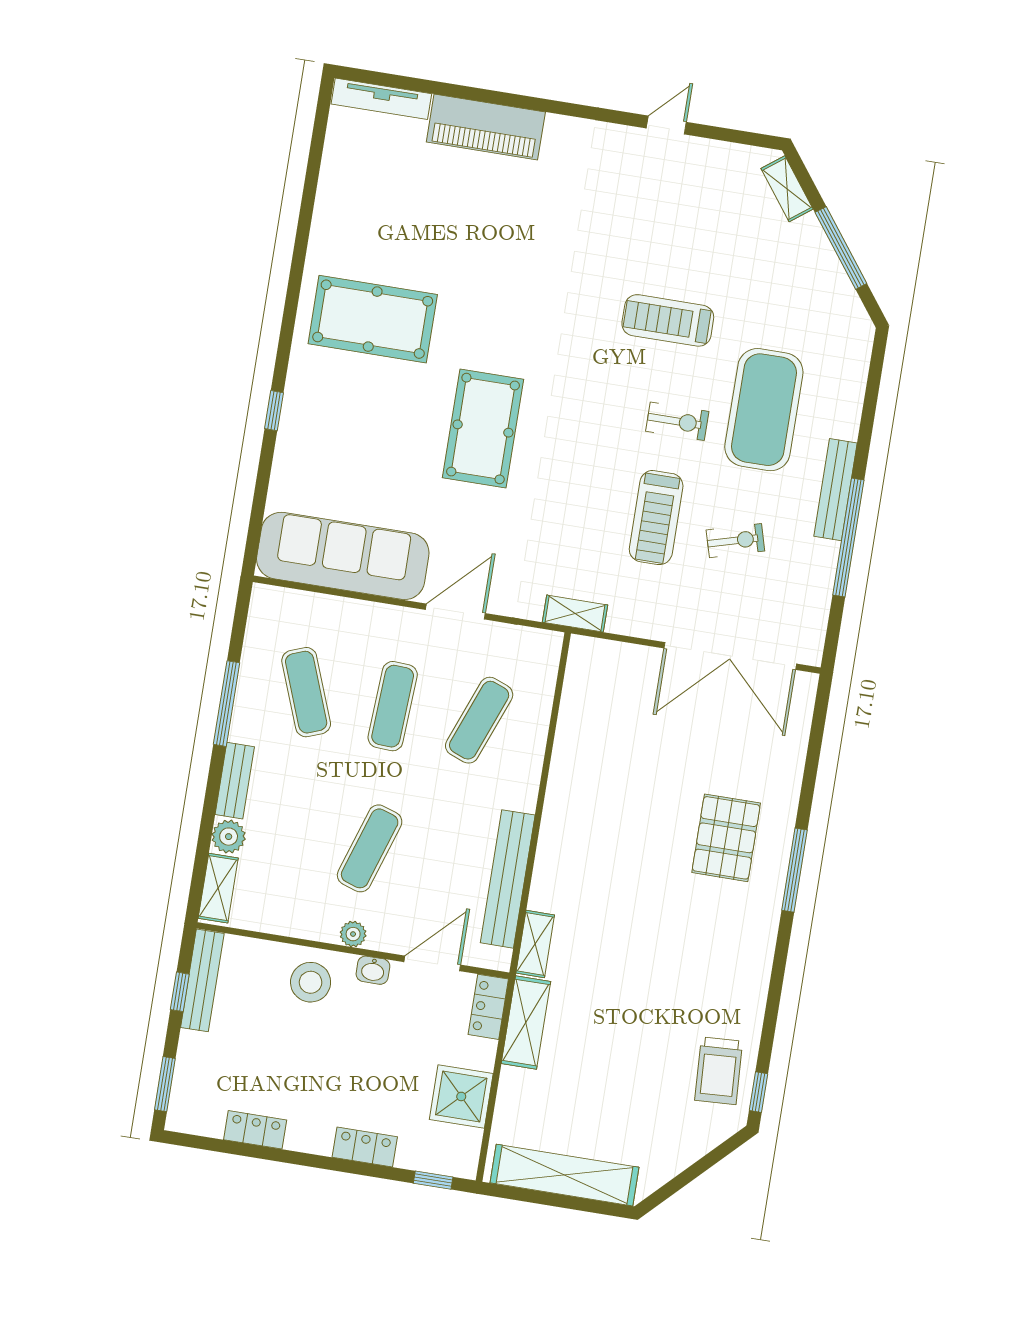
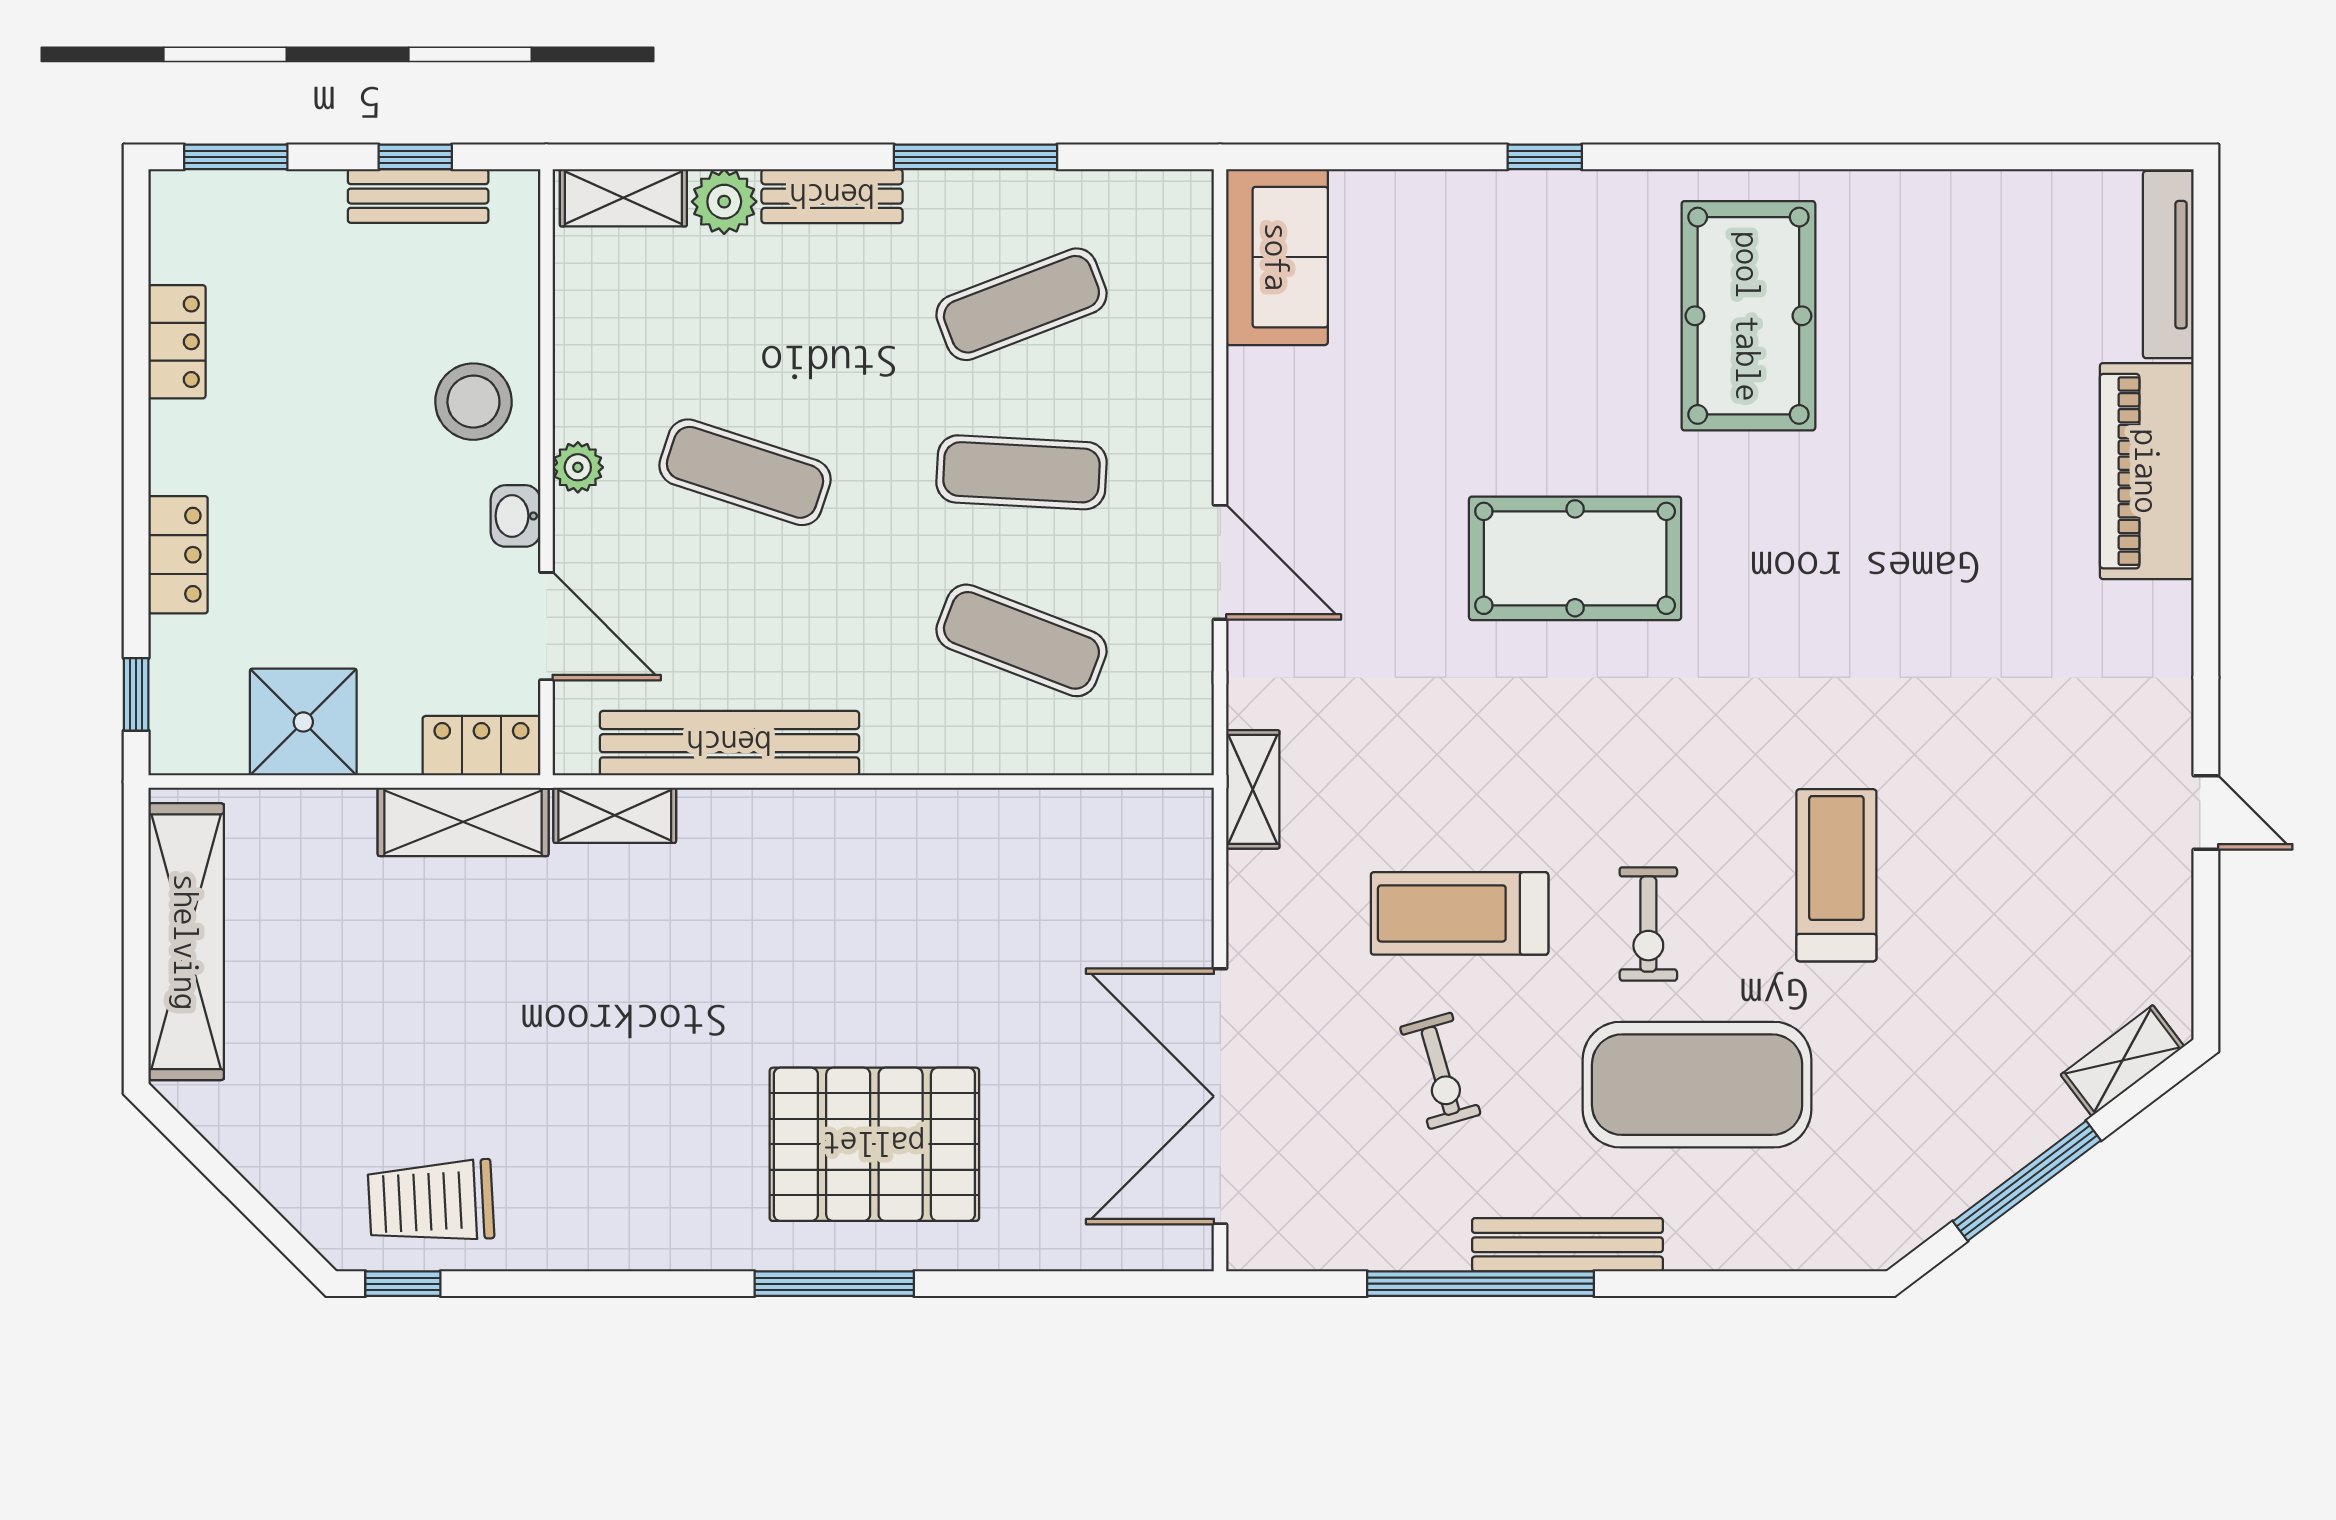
sofa: (343, 556) -> (1277, 257), width x0.54, depth x0.79
pallet: (726, 838) -> (874, 1144), width x1.37, depth x1.41
bench: (202, 980) -> (418, 196), width x0.73

